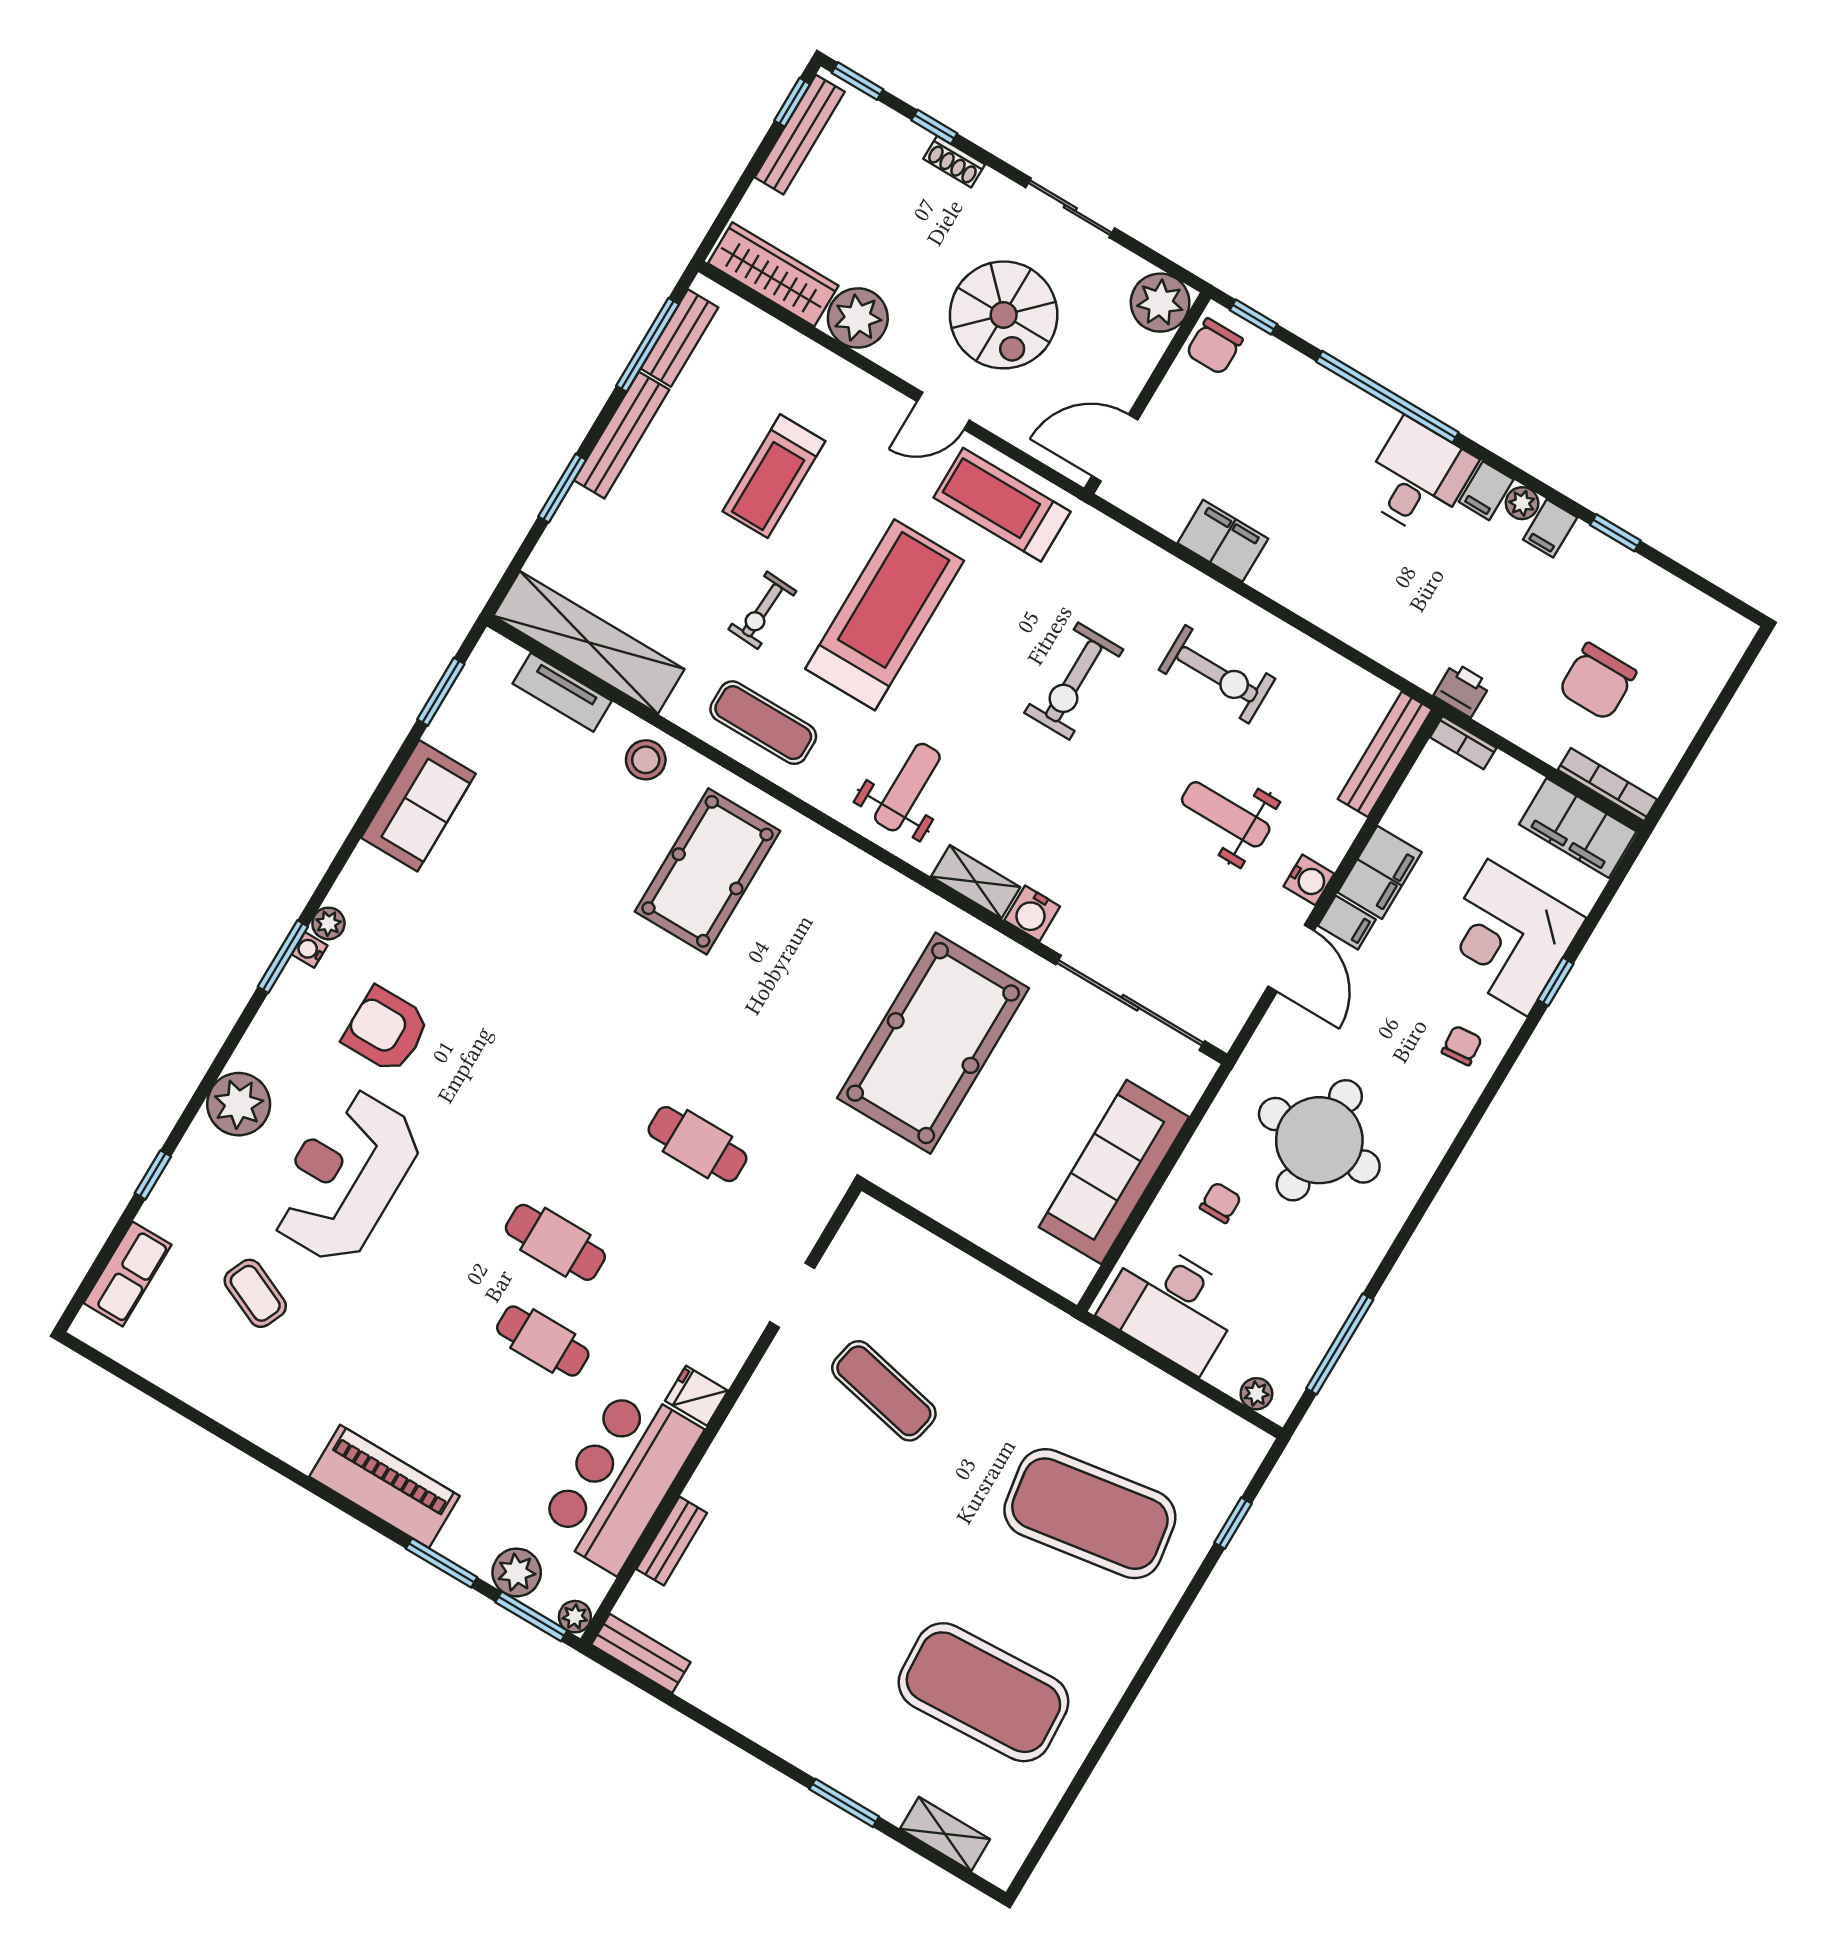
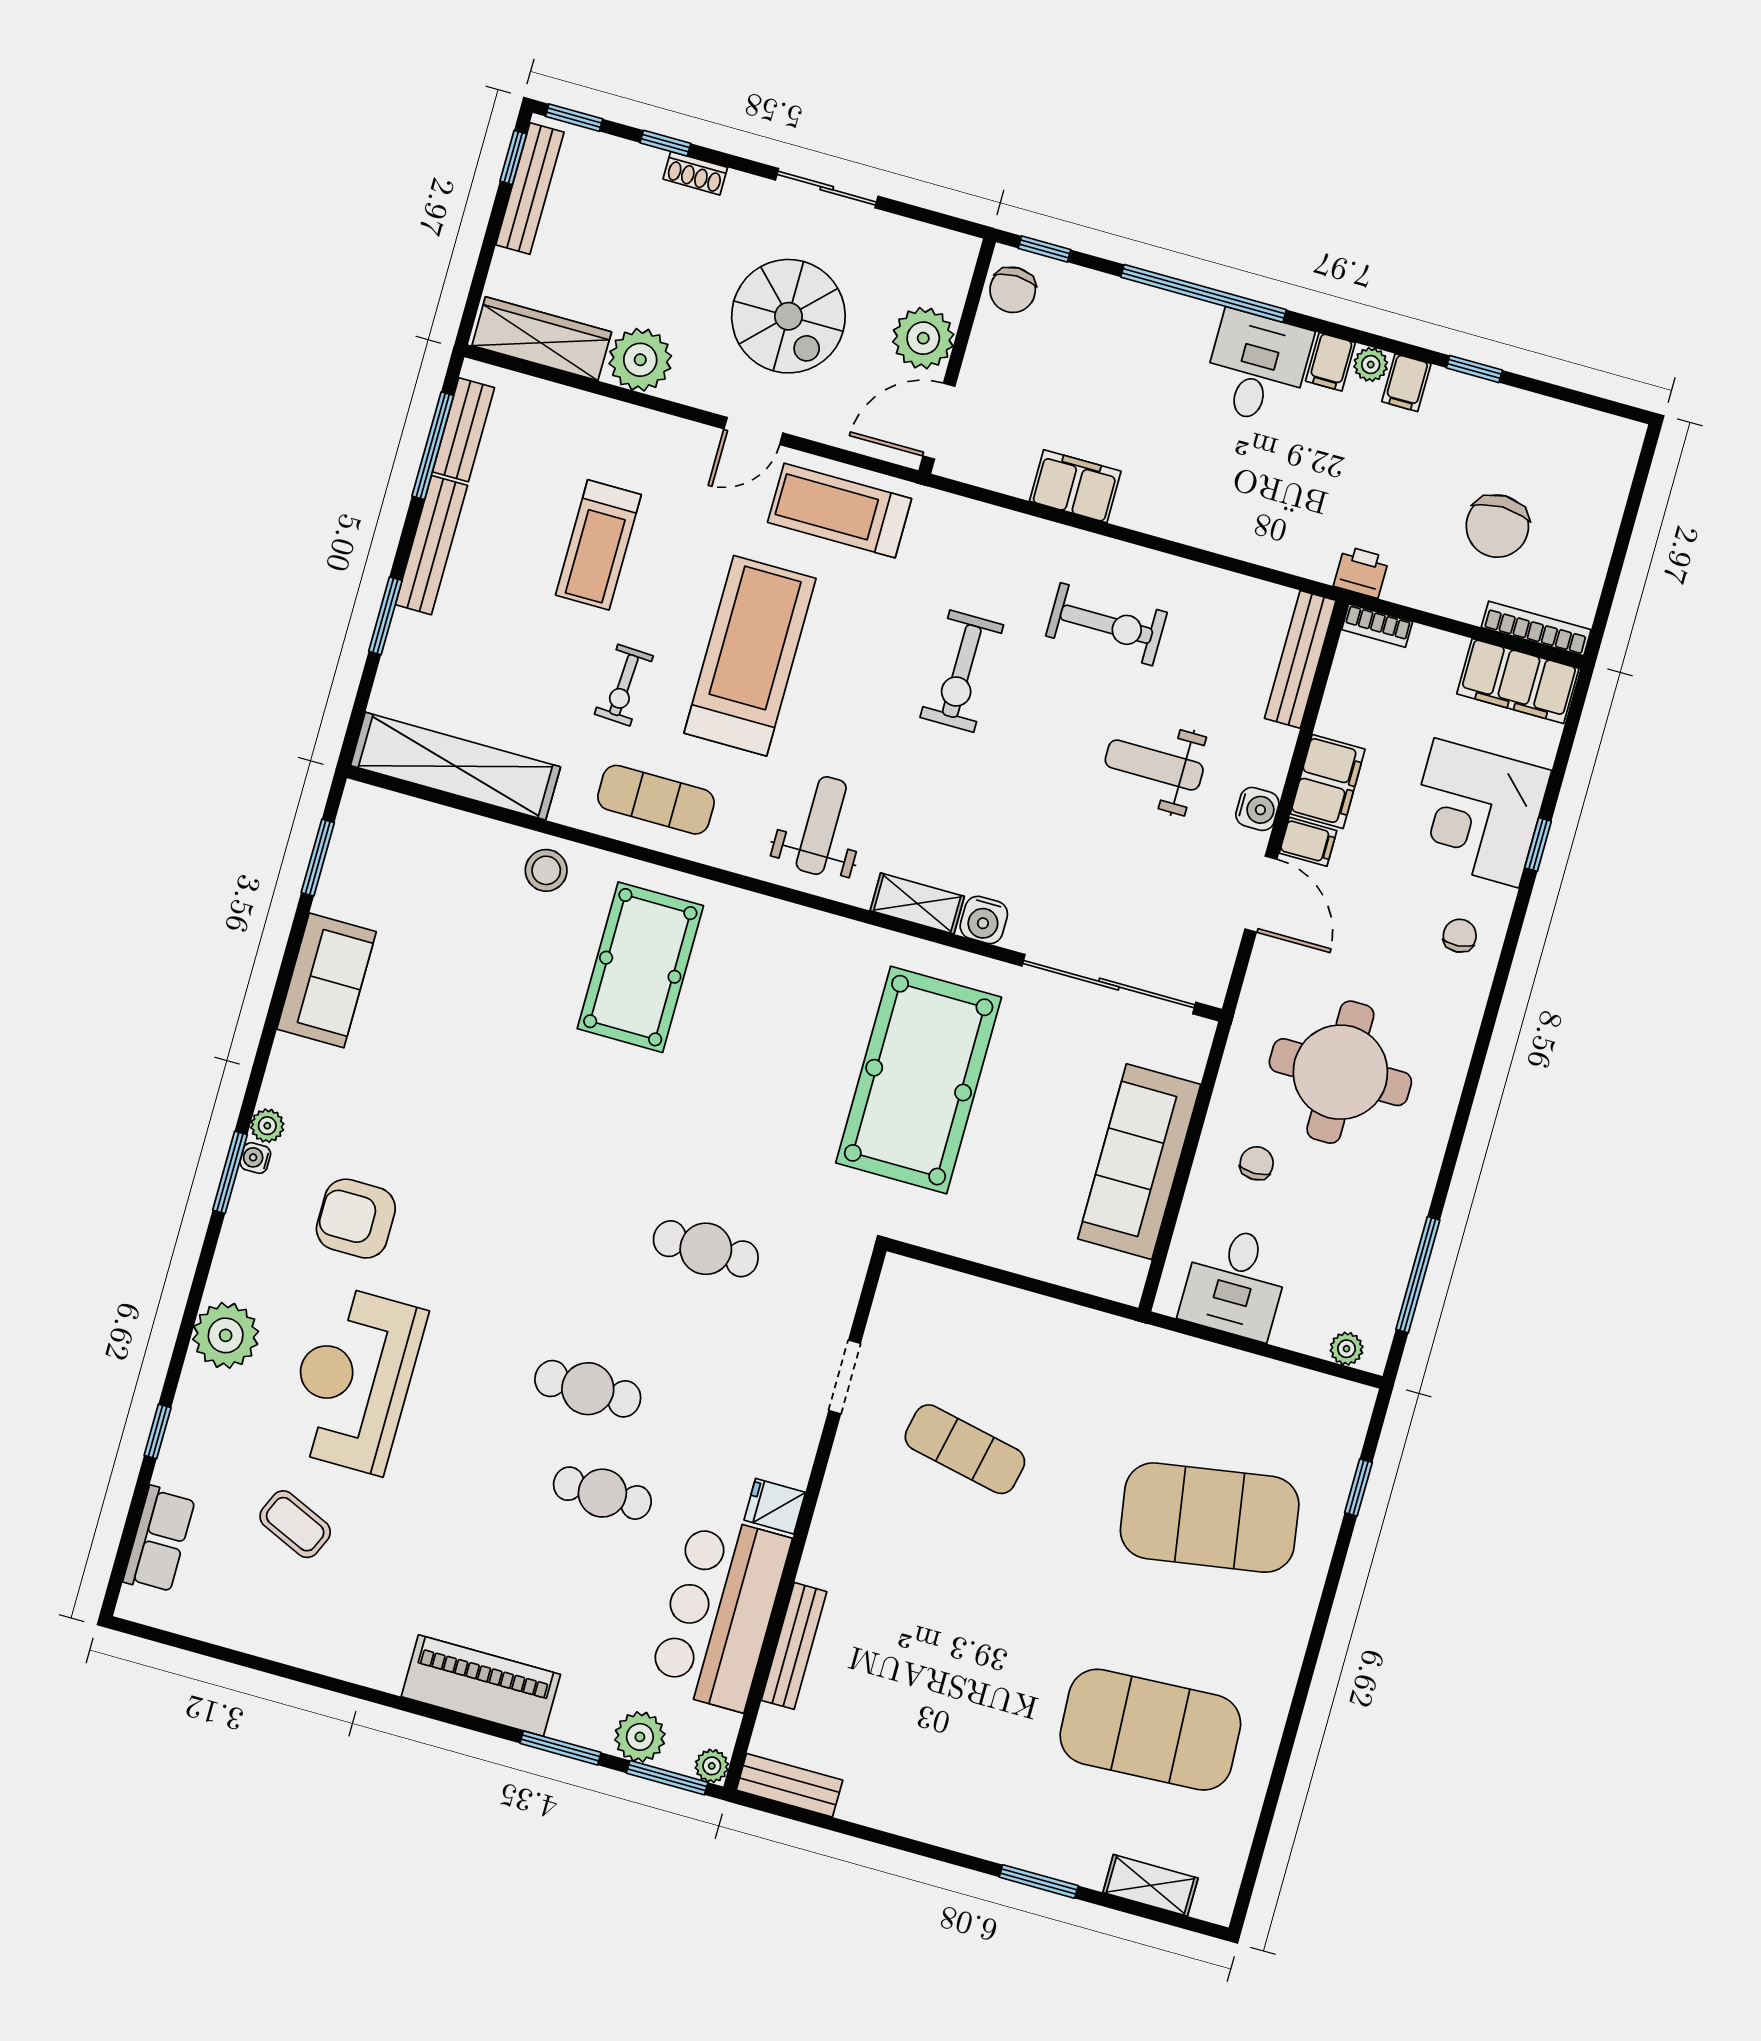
plant: (1160, 303) -> (923, 338), moved
tv unit: (562, 692) -> (442, 825), removed
desk: (1171, 1306) -> (1235, 1282), width x0.73
bench: (672, 1541) -> (794, 1646), width x1.36

